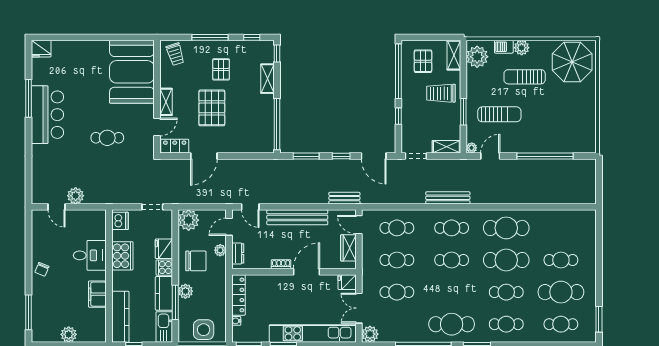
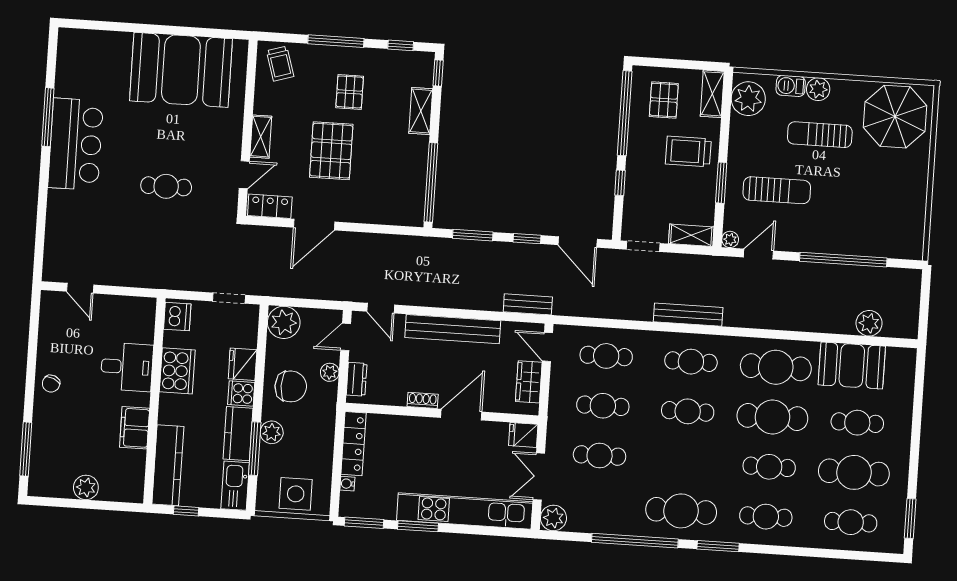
fridge: (41, 49) -> (73, 41), removed
booth: (132, 72) -> (181, 70), moved, turned 90
plant: (76, 196) -> (869, 323), moved
booth: (555, 224) -> (852, 366), added

